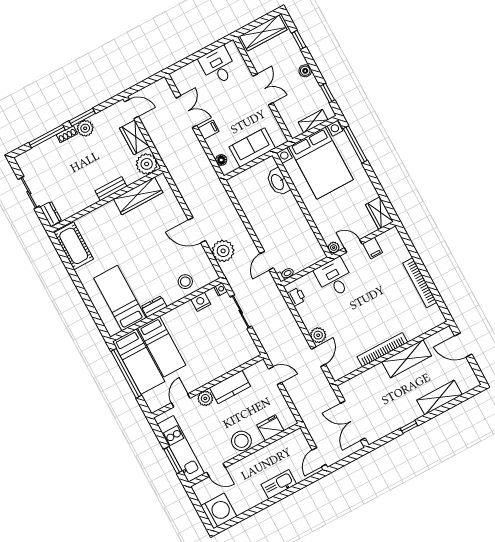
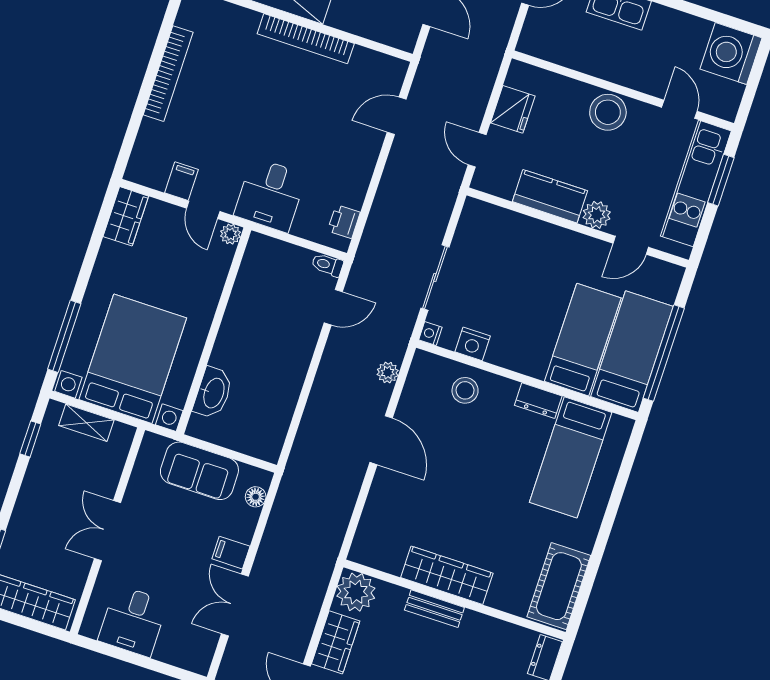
boiler: (305, 71) -> (29, 497), removed
wardrobe: (138, 196) -> (447, 575), moved
plant: (223, 251) -> (388, 373), width x0.53, depth x0.53
plant: (318, 335) -> (368, 143), removed
fridge: (270, 428) -> (513, 109), moved, turned -90

